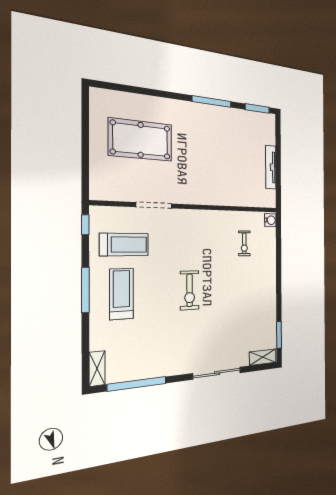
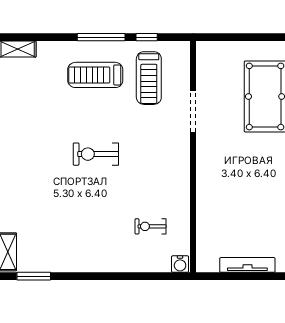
window: (85, 225) -> (147, 37), moved
treadmill: (121, 294) -> (95, 75), turned 180

